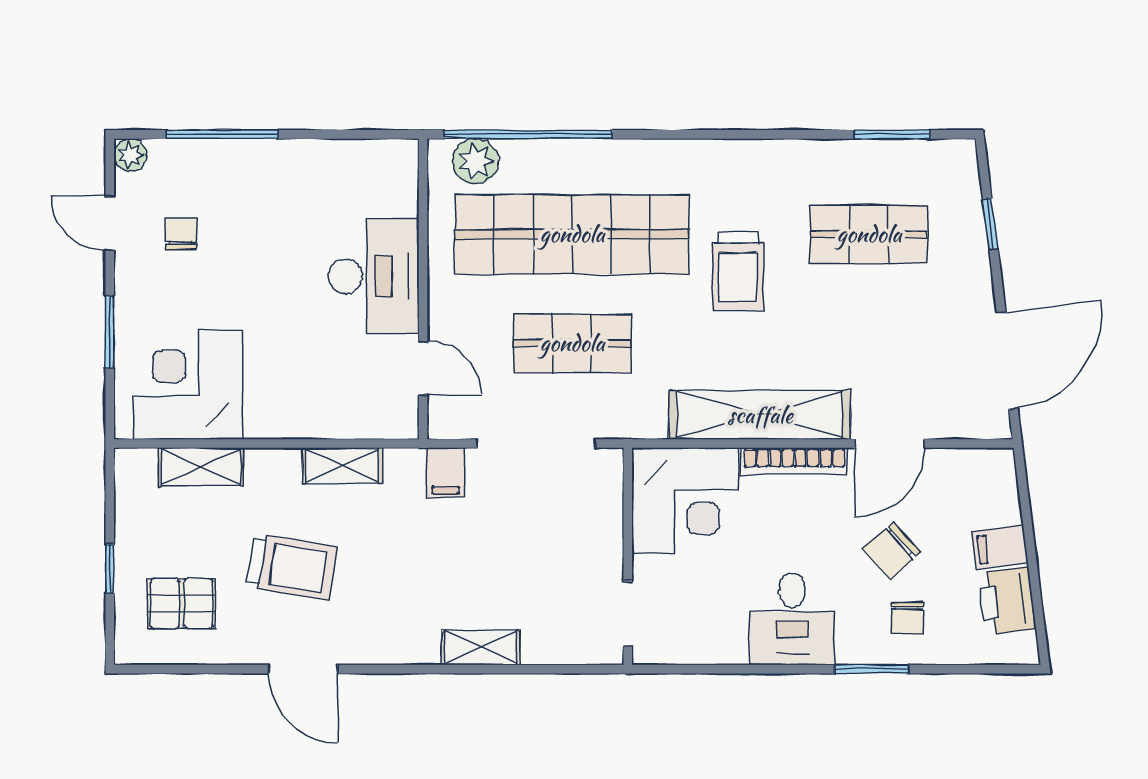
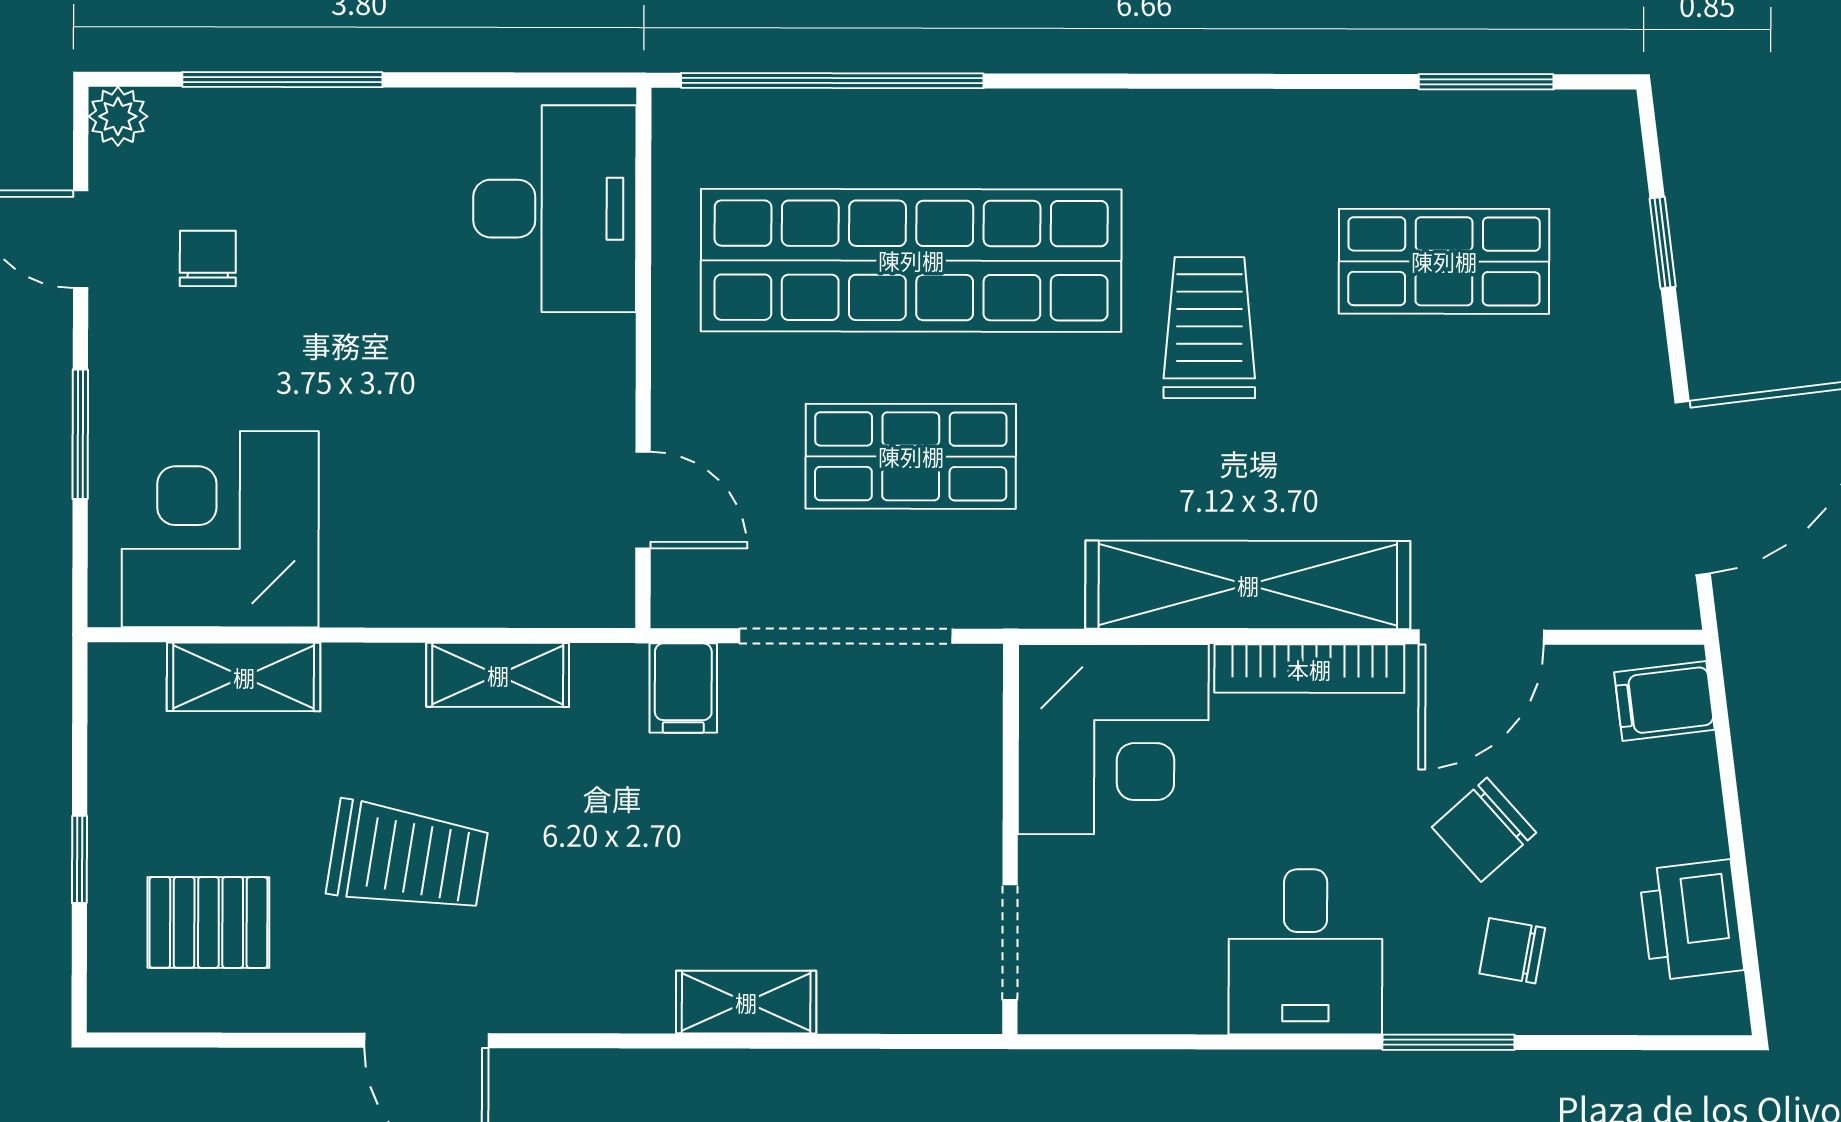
plant: (475, 161) -> (738, 129), removed
trolley: (738, 272) -> (1209, 328), turned 180
desk: (374, 276) -> (555, 209), moved
filing cabinet: (1000, 547) -> (1664, 701), moved
chair: (907, 618) -> (1512, 951), turned 100

